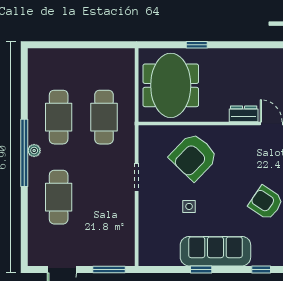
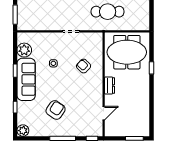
dresser: (244, 114) -> (110, 85), moved
armchair: (194, 157) -> (84, 66), width x0.53, depth x0.53
plant: (167, 254) -> (24, 50), added

